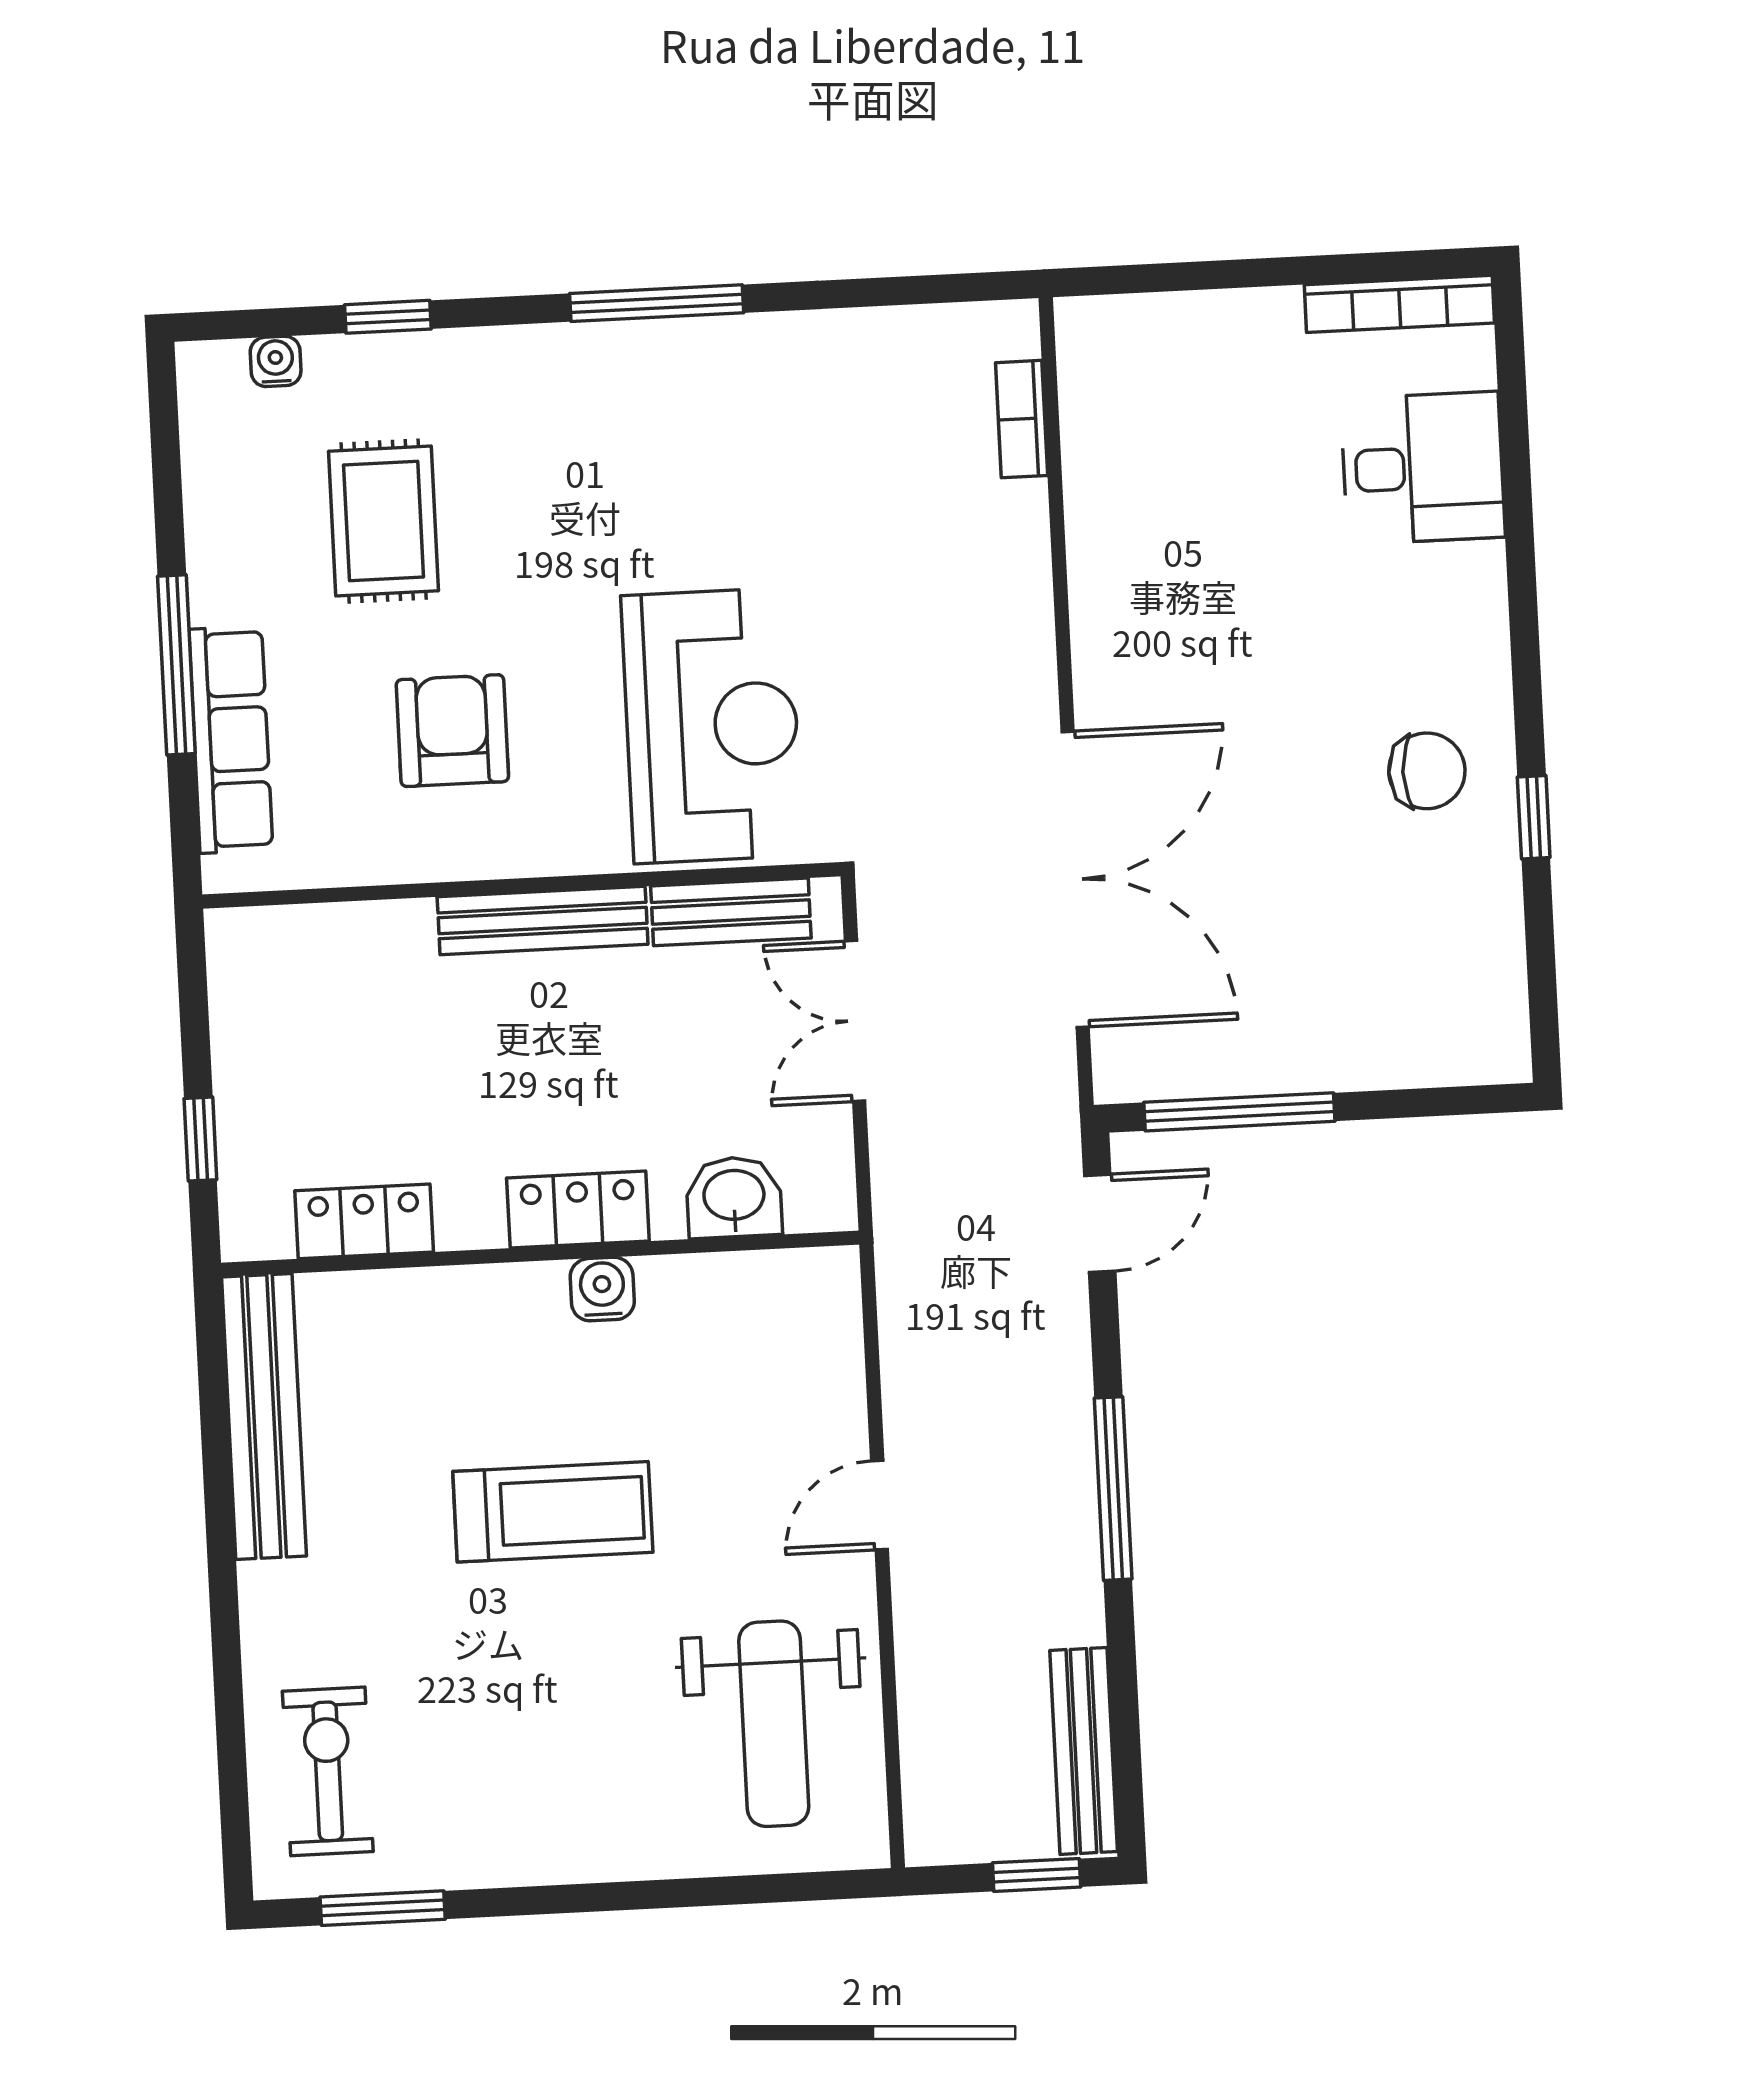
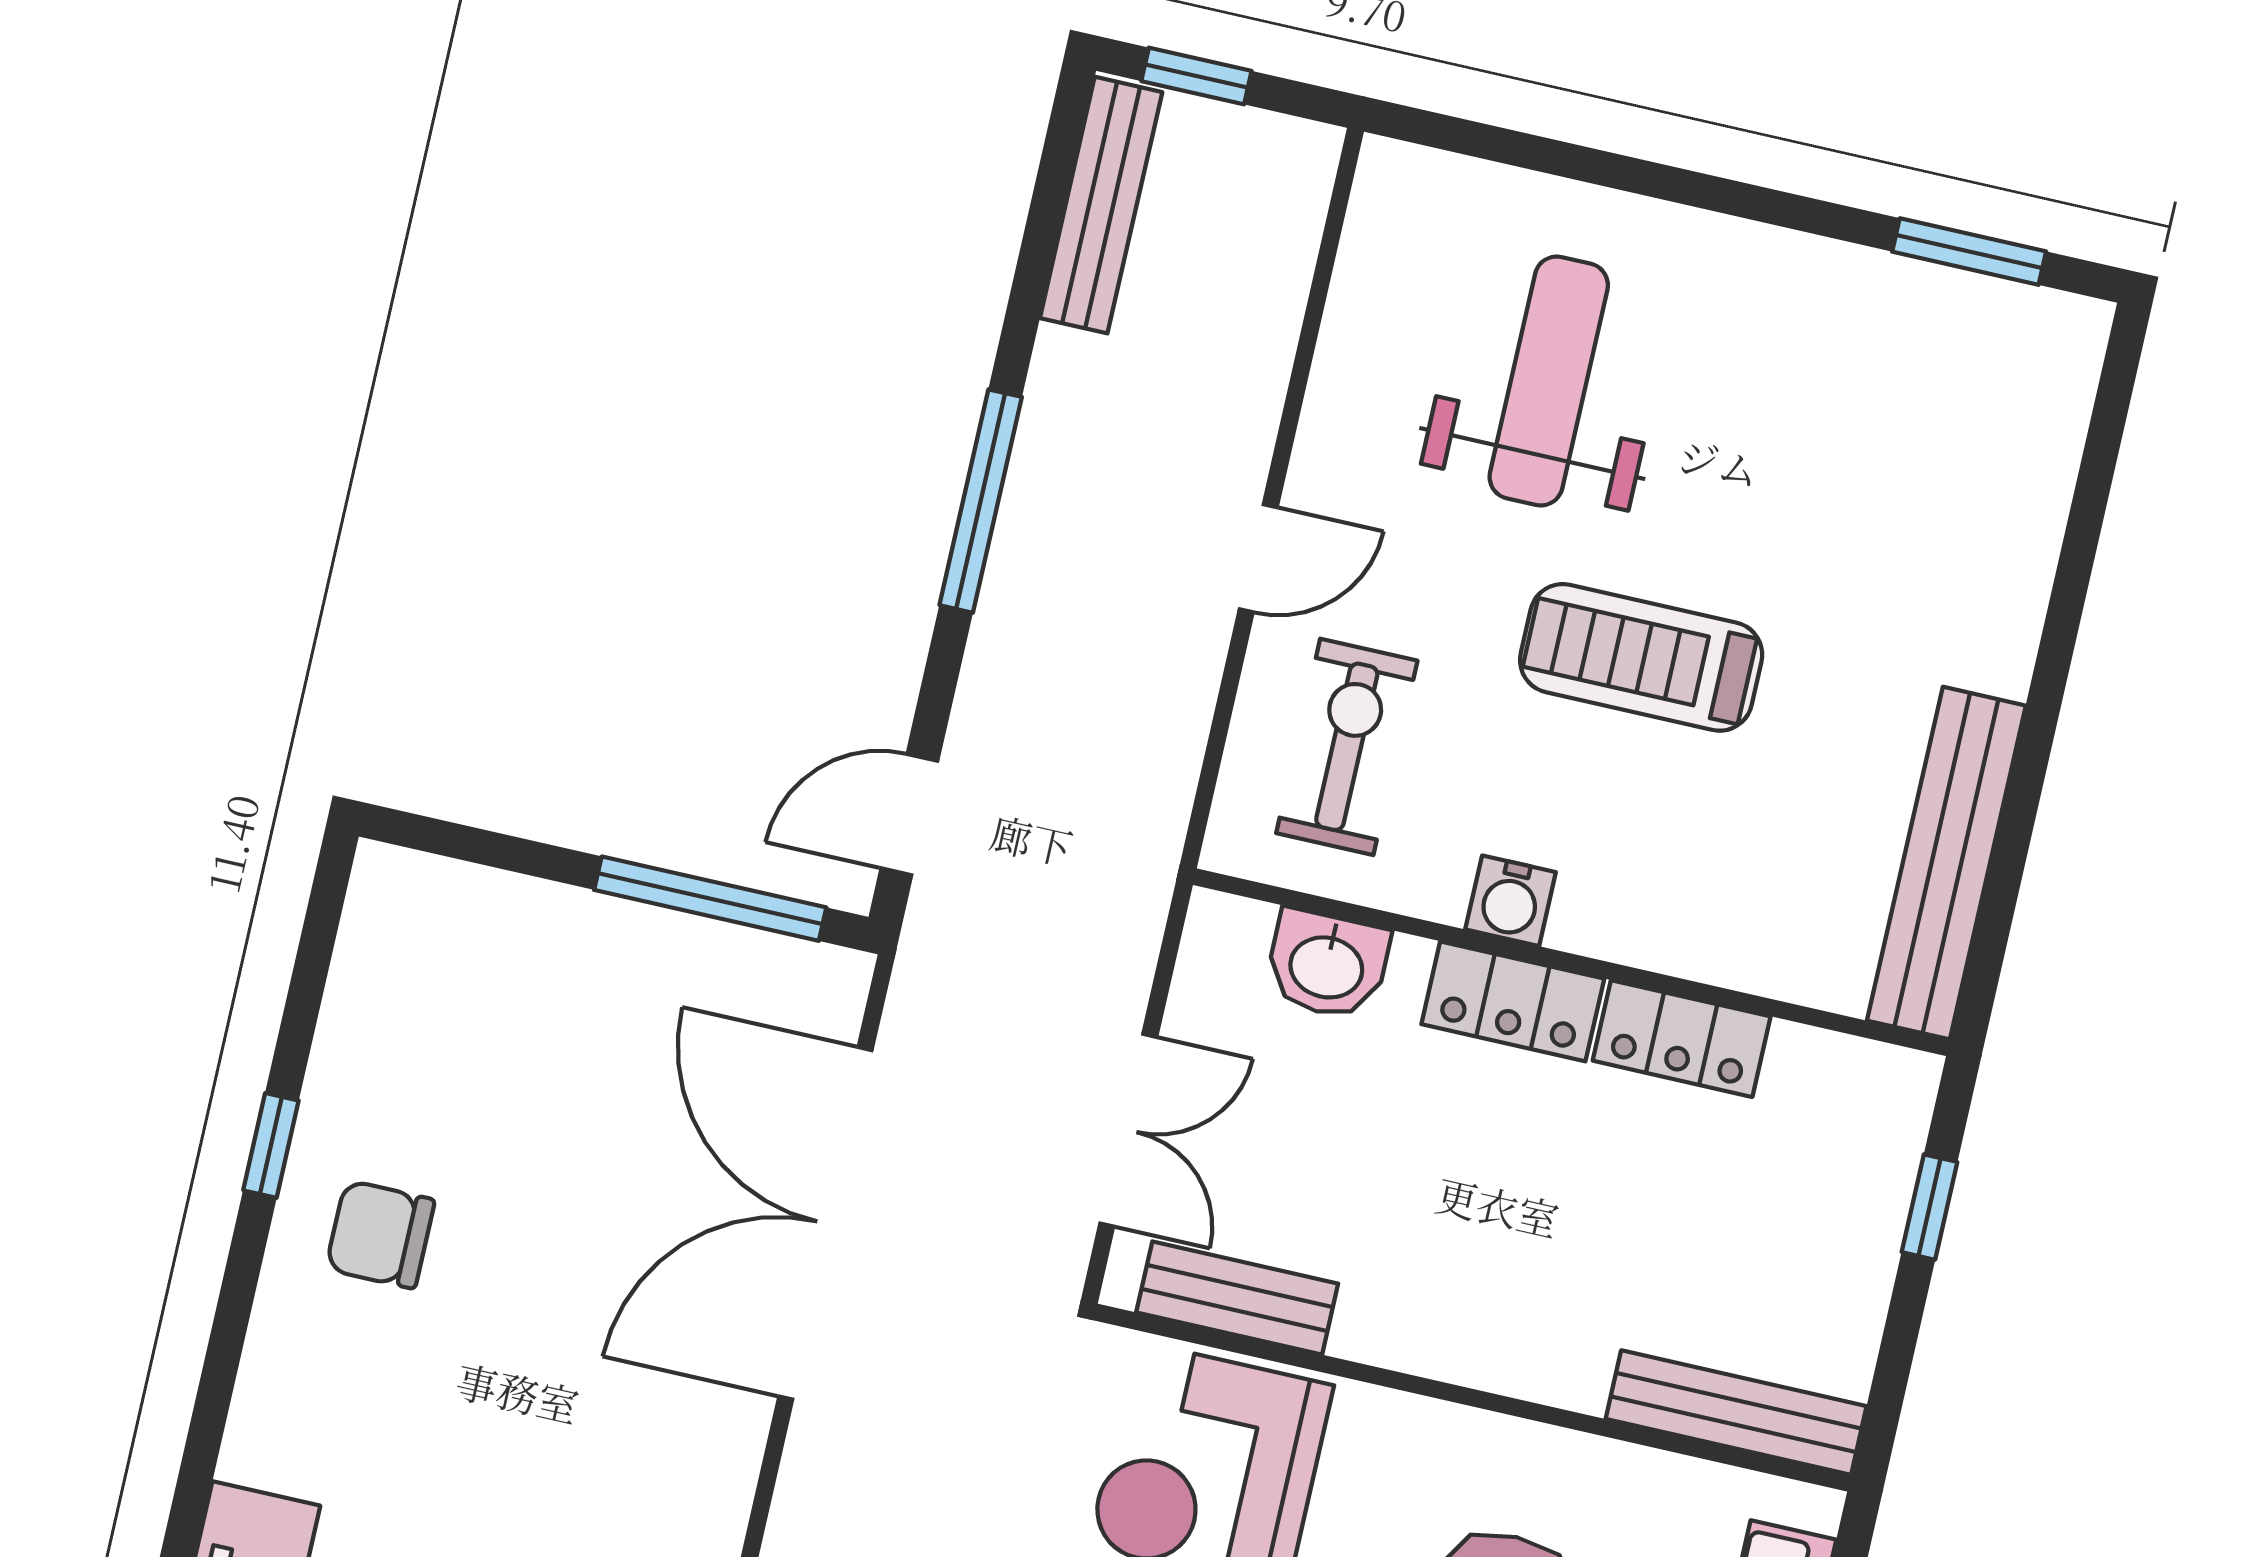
bench: (543, 921) -> (1736, 1413), moved
locker: (364, 1221) -> (1682, 1039), moved
weight bench: (774, 1724) -> (1549, 381), moved
exercise bike: (328, 1771) -> (1347, 747), moved, turned 180

